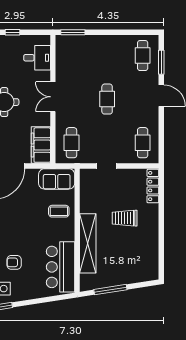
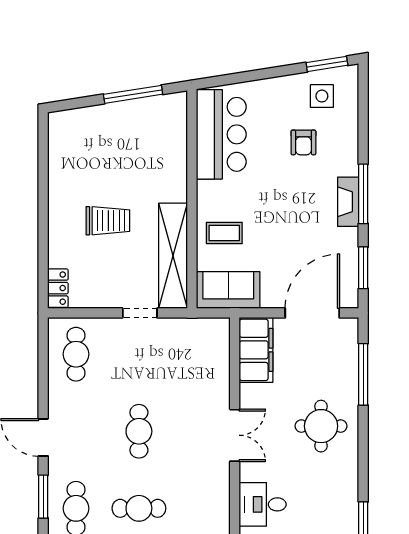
cafe table: (72, 143) -> (139, 508), moved, turned 90
locker: (153, 186) -> (58, 288), width x0.66
shelving: (88, 243) -> (173, 256), moved
armchair: (14, 262) -> (303, 142), turned 90

